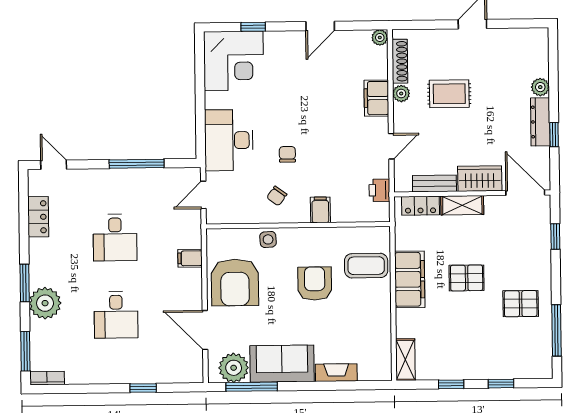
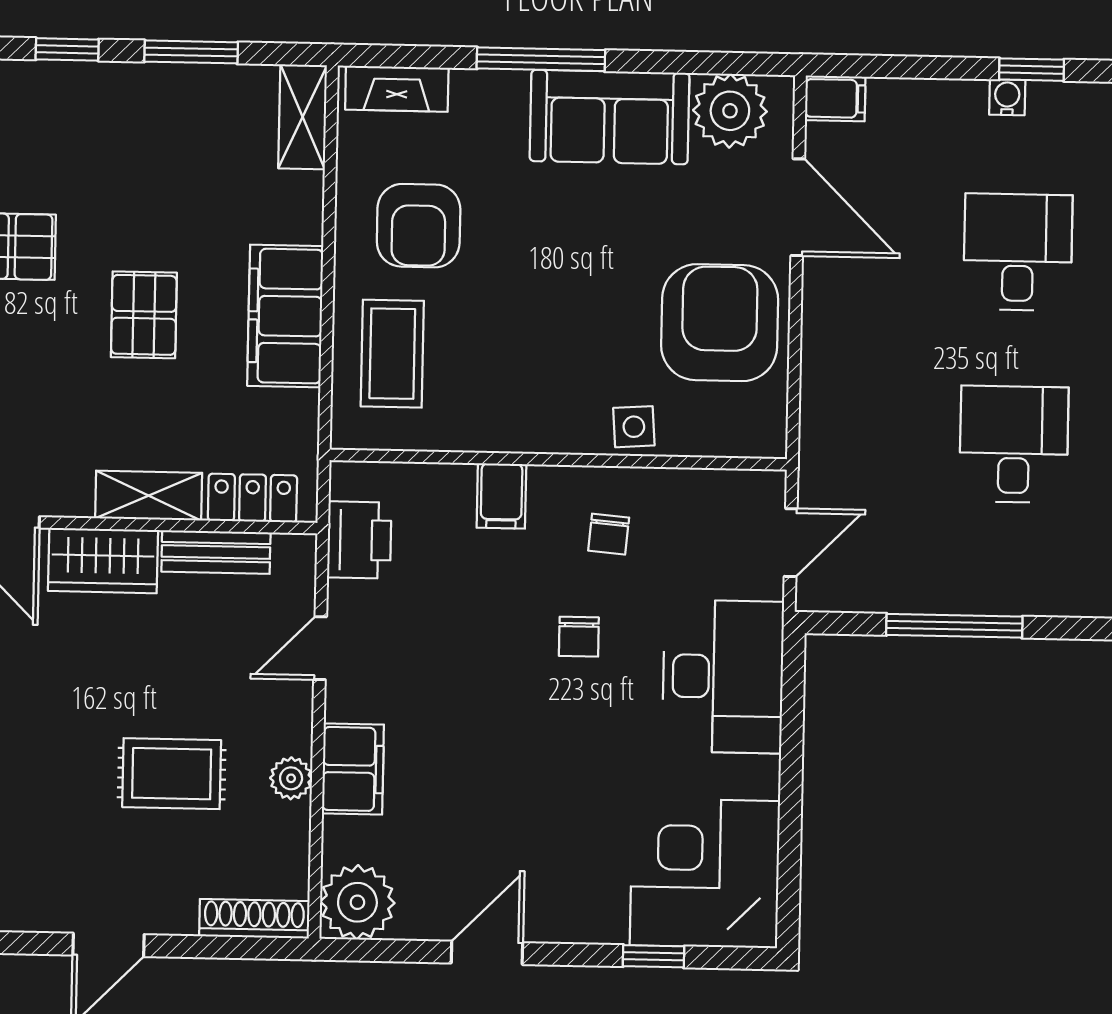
plant: (380, 37) -> (357, 902), width x1.88, depth x1.88
shoe rack: (400, 61) -> (254, 919), moved, turned 90
printer: (379, 190) -> (359, 540), width x1.36, depth x1.24
chair: (277, 196) -> (609, 534), turned 149
filing cabinet: (190, 258) -> (835, 98), moved
coffee table: (366, 266) -> (392, 354), turned 90
pallet: (467, 278) -> (144, 315), turned 90
armchair: (315, 284) -> (419, 226), moved
fireplace: (336, 373) -> (397, 89), moved
water cooler: (122, 377) -> (1007, 97), added
window: (451, 384) -> (191, 52), width x1.50
window: (252, 387) -> (541, 59), moved
window: (143, 388) -> (1031, 70), moved

